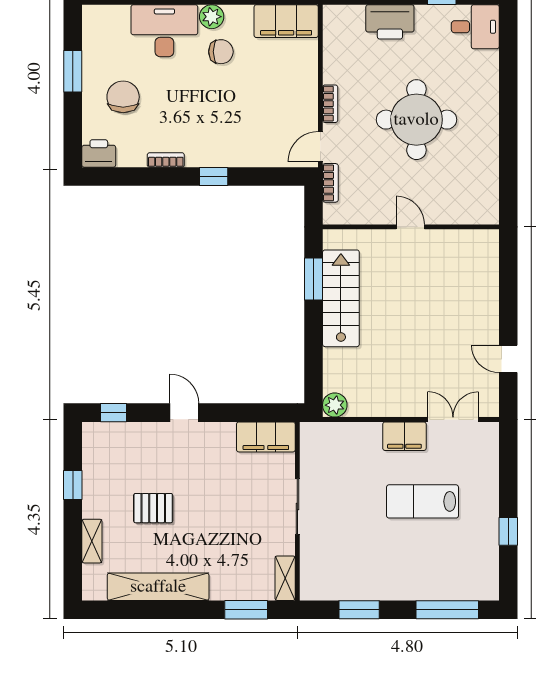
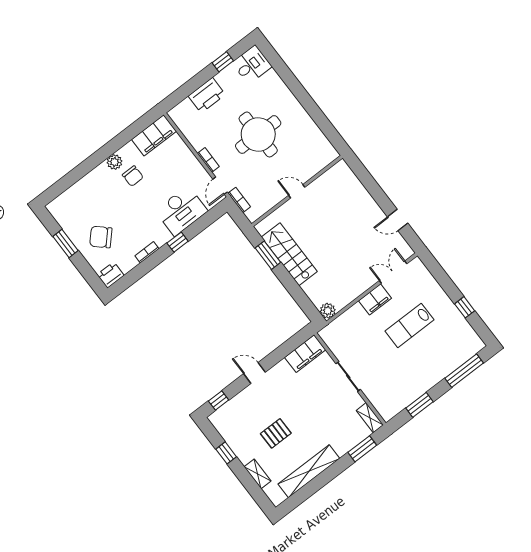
desk: (164, 31) -> (181, 211), moved, turned 180
chair: (221, 52) -> (133, 176), turned 89
chair: (123, 97) -> (101, 237), turned -47

